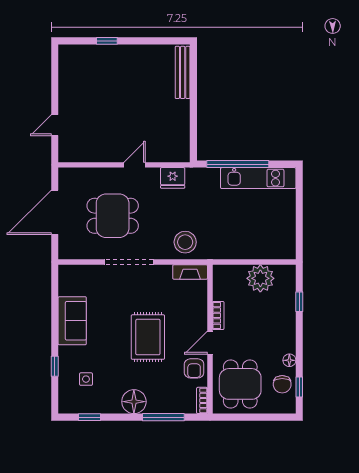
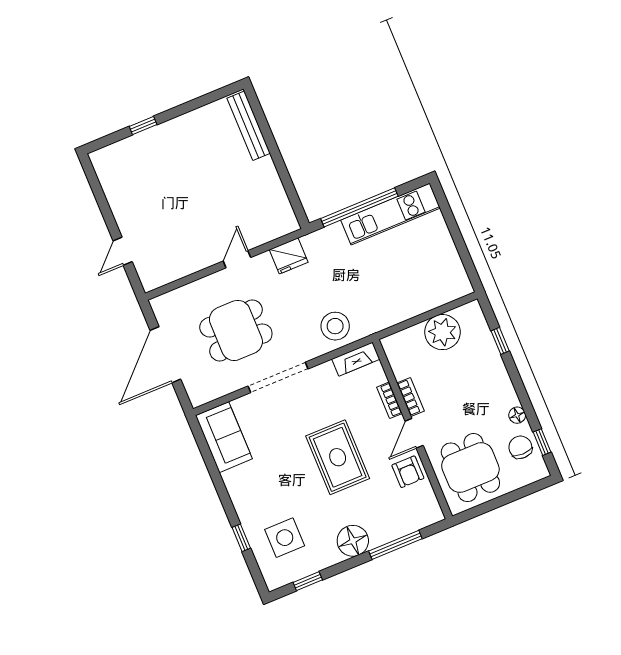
sofa: (72, 321) -> (224, 437), moved
side table: (86, 379) -> (285, 538), width x1.87, depth x1.87
chair: (282, 384) -> (520, 447), turned 180
bookcase: (202, 400) -> (389, 400), moved

